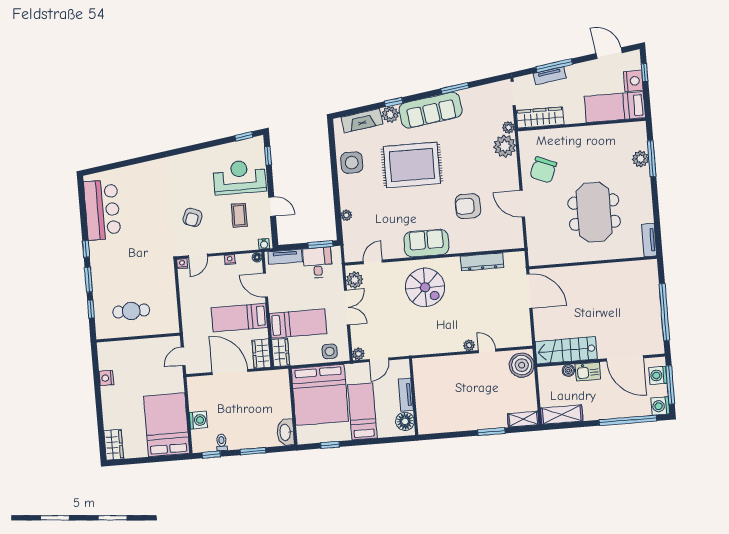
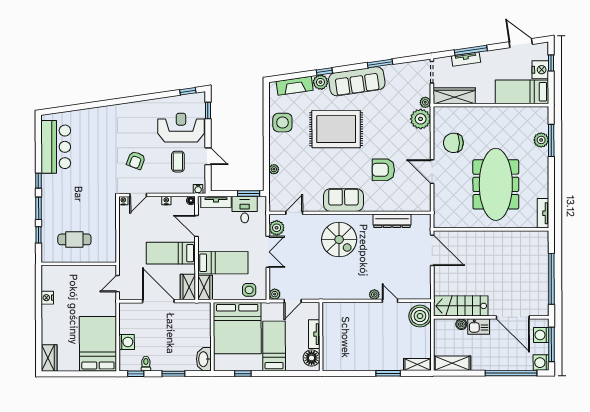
chair: (543, 170) -> (453, 143), turned 68
meeting table: (594, 212) -> (496, 184), width x1.36

